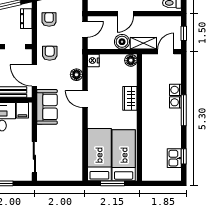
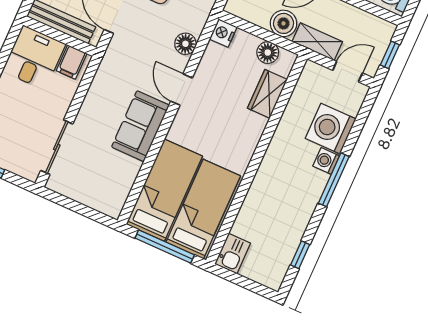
floor lamp: (131, 60) -> (268, 53), moved
washing machine: (175, 90) -> (331, 129), width x1.89, depth x1.89
wardrobe: (130, 98) -> (267, 94), moved
sofa: (47, 107) -> (140, 126), moved, turned 180
kitchen sink: (174, 158) -> (233, 254), moved, turned 180
window: (112, 183) -> (165, 247), width x1.44

